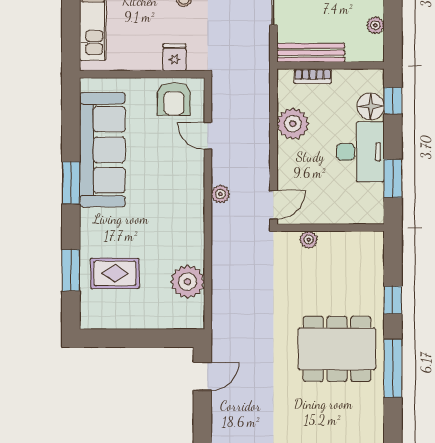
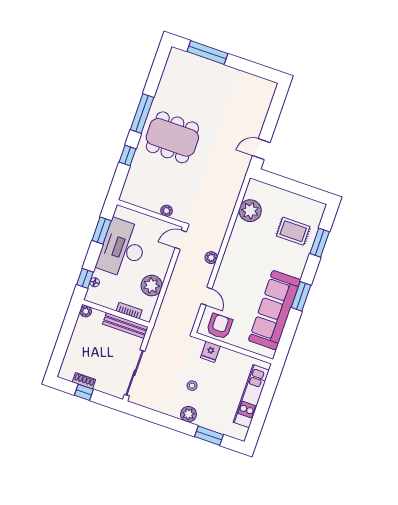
plant: (375, 25) -> (86, 311), moved
floor lamp: (371, 106) -> (95, 282), width x0.53, depth x0.53
desk: (360, 152) -> (123, 249), width x1.36, depth x1.30

